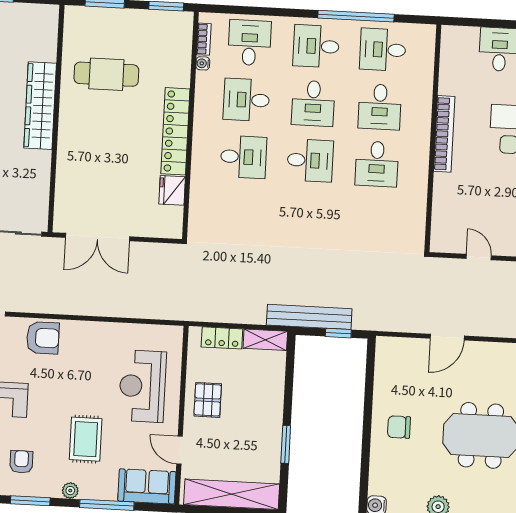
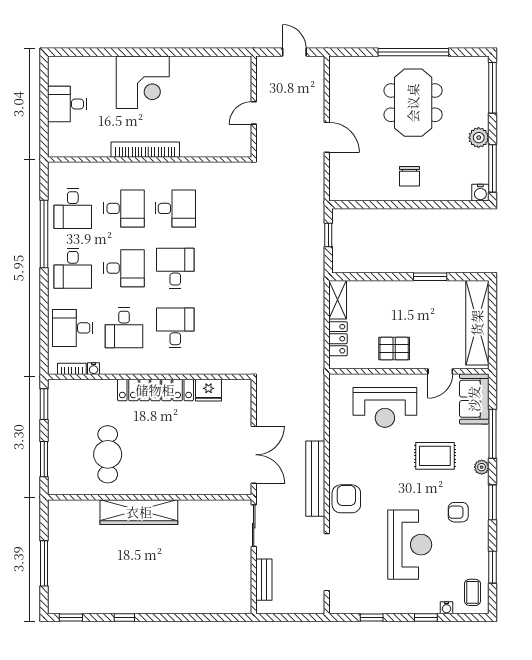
bench: (309, 317) -> (315, 479), moved

